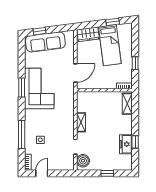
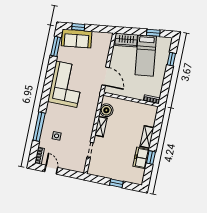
sofa: (45, 42) -> (77, 39), width x0.73
window: (135, 63) -> (171, 59), moved
door: (75, 73) -> (105, 76), hinge flipped
window: (22, 87) -> (56, 46), moved
shelving: (127, 104) -> (147, 137), moved
boiler: (83, 161) -> (106, 110), moved
door: (42, 173) -> (51, 170), hinge flipped

